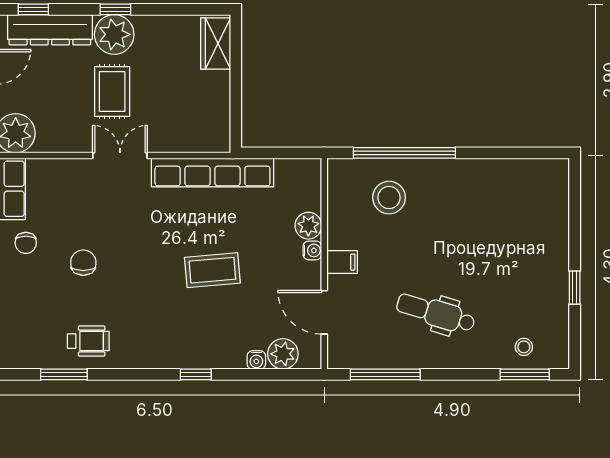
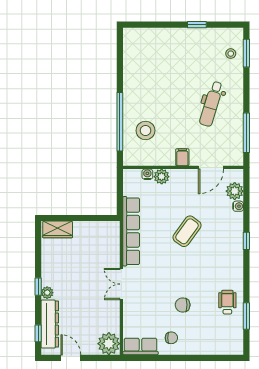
plant: (114, 34) -> (47, 293), width x0.53, depth x0.53
rug: (112, 92) -> (85, 289), removed
water cooler: (312, 250) -> (147, 174), moved
coffee table: (212, 270) -> (187, 231), turned 41

